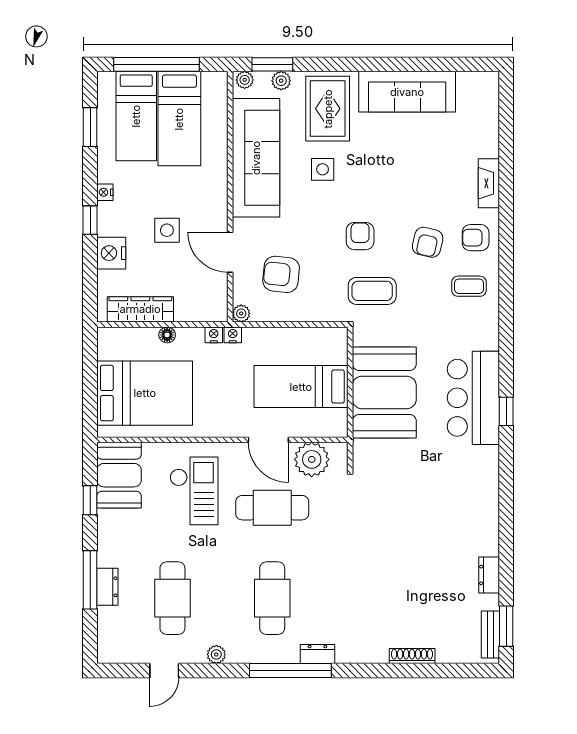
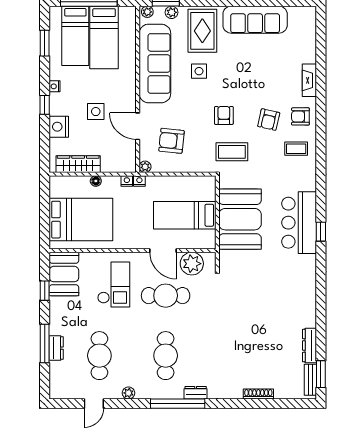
dresser: (489, 575) -> (309, 346), width x1.44

